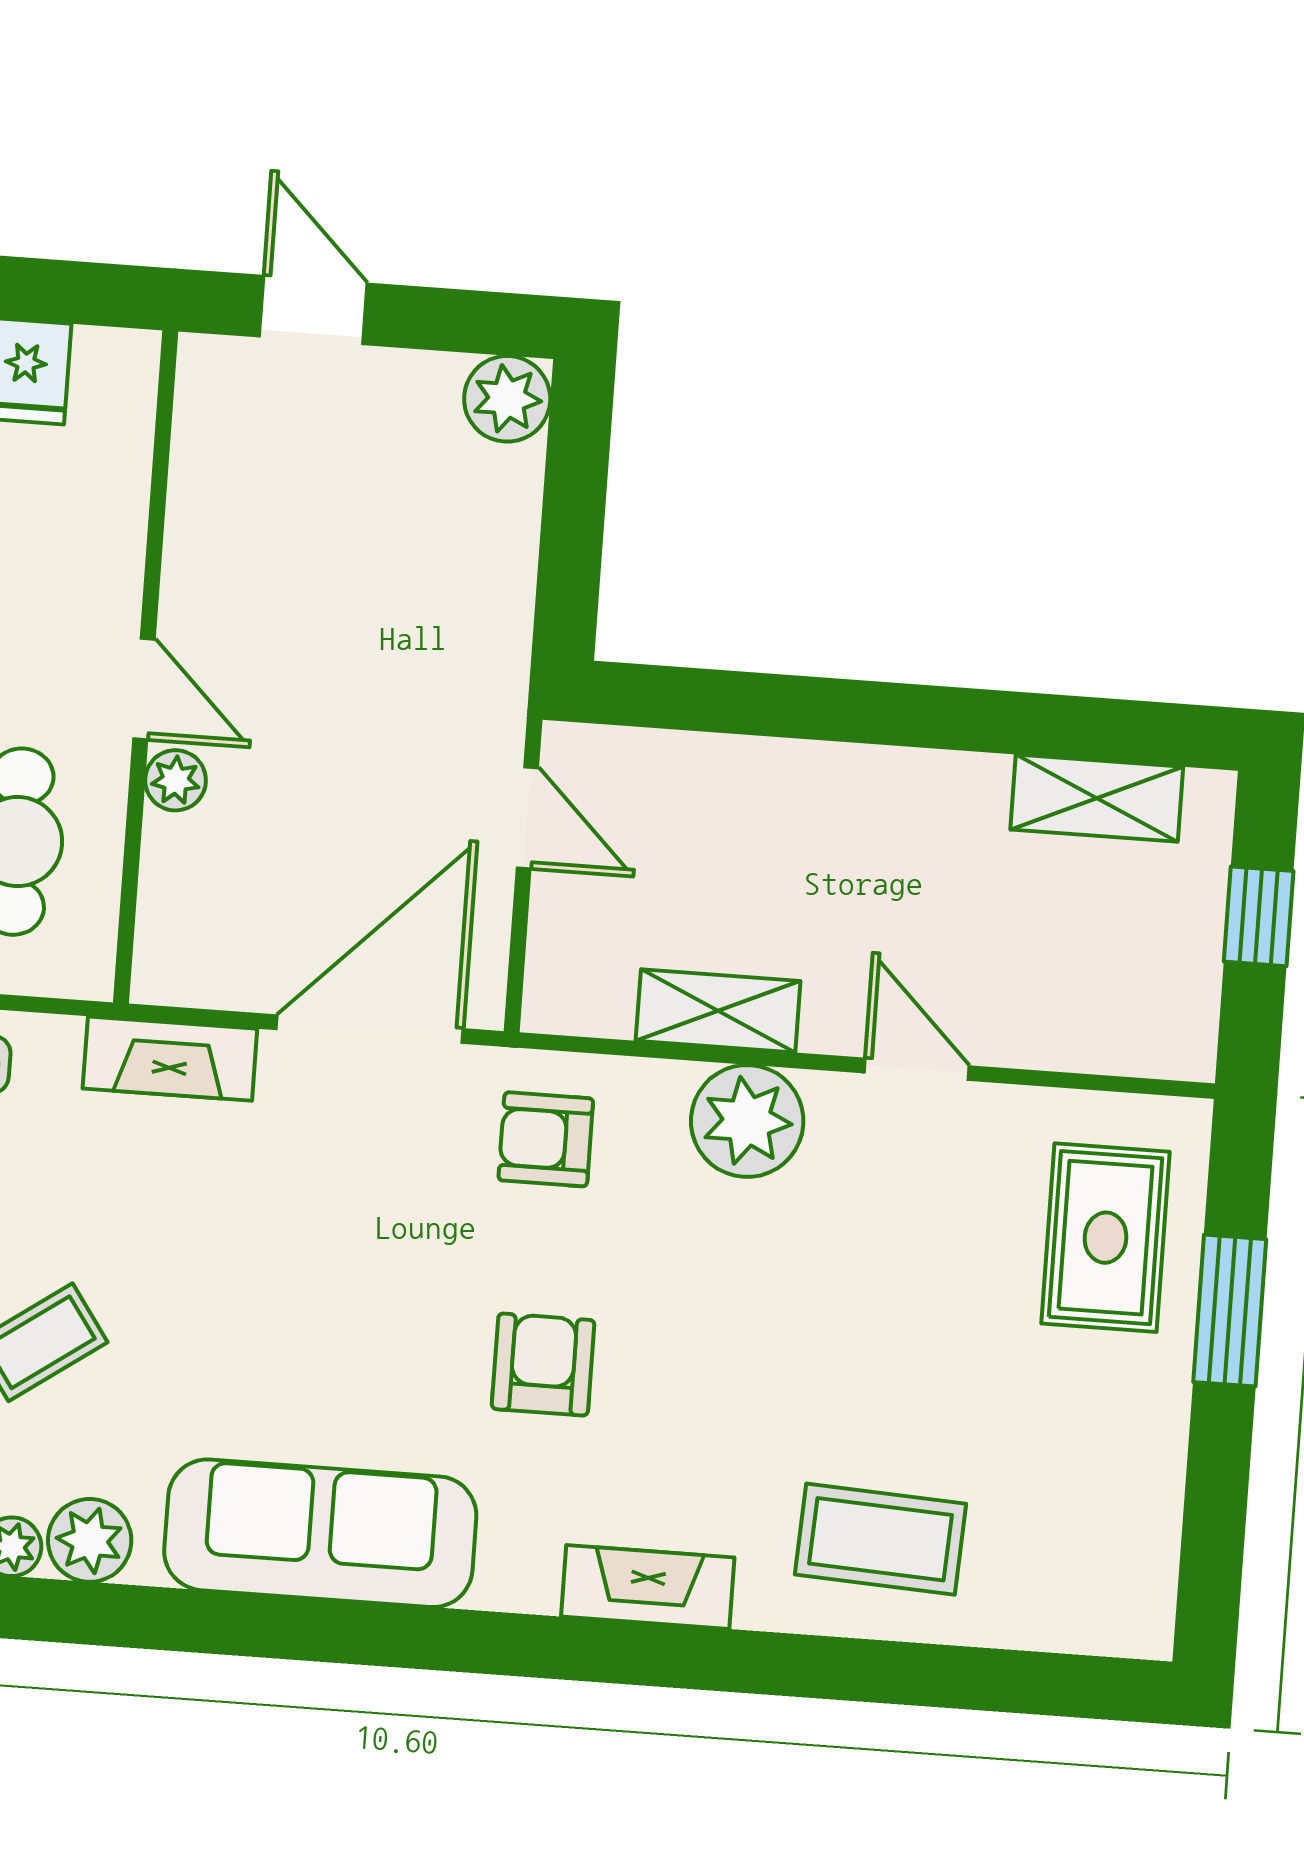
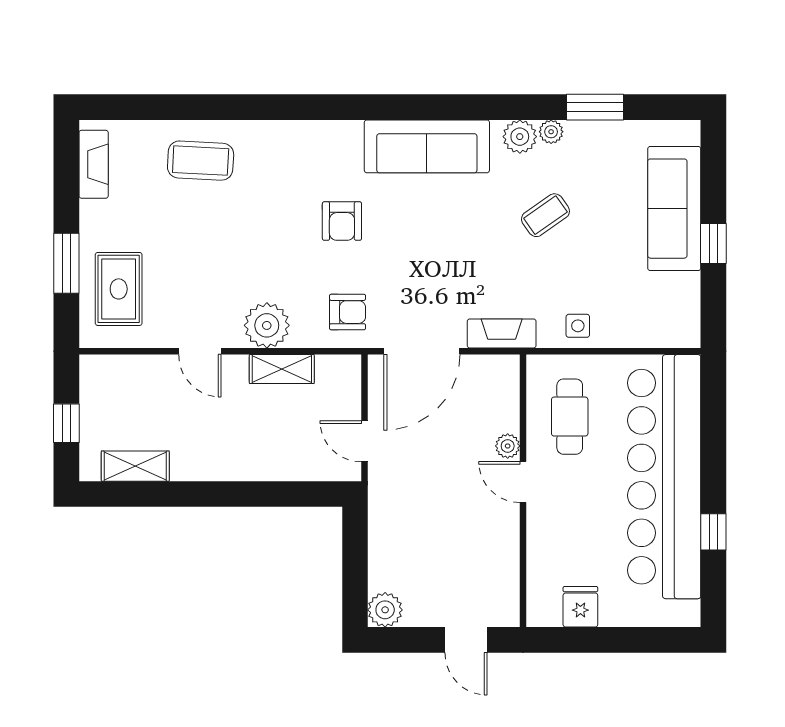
fireplace: (648, 1587) -> (94, 164), moved, turned -90

